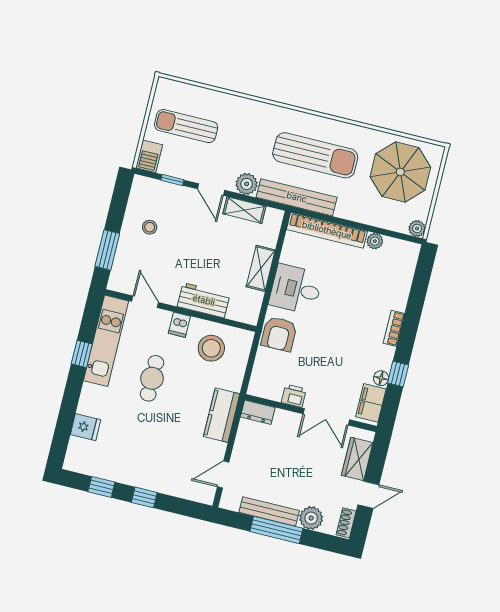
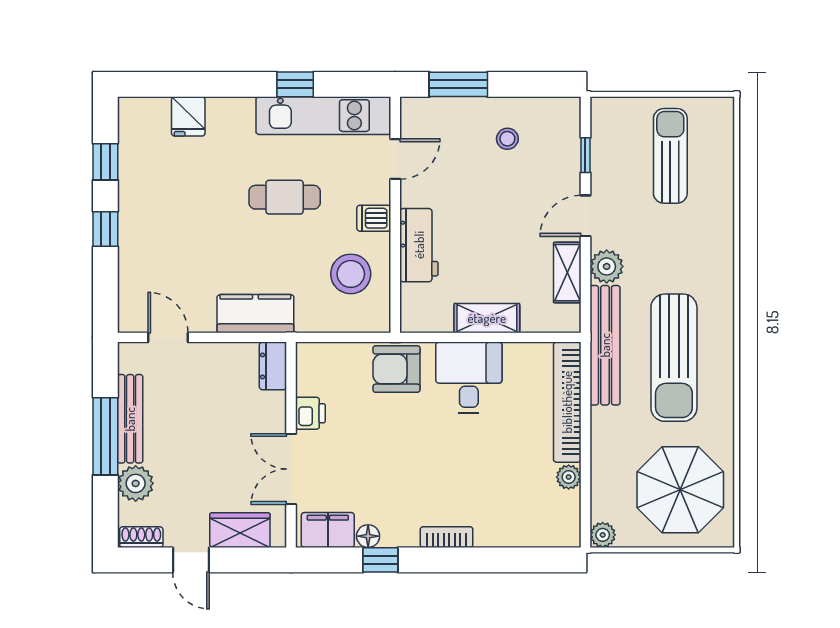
barbecue: (149, 156) -> (612, 112), removed

